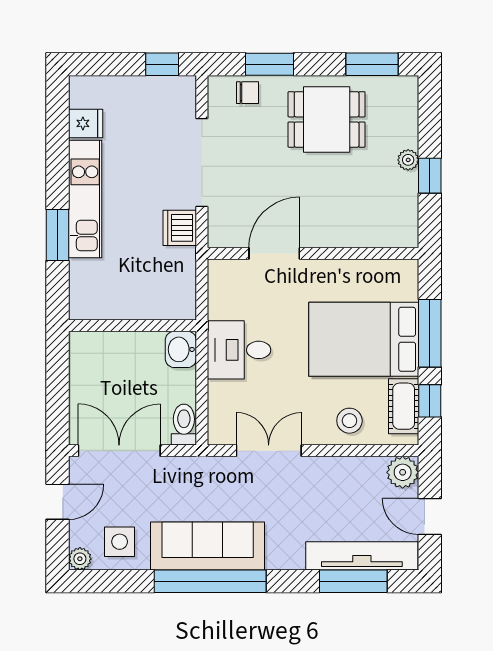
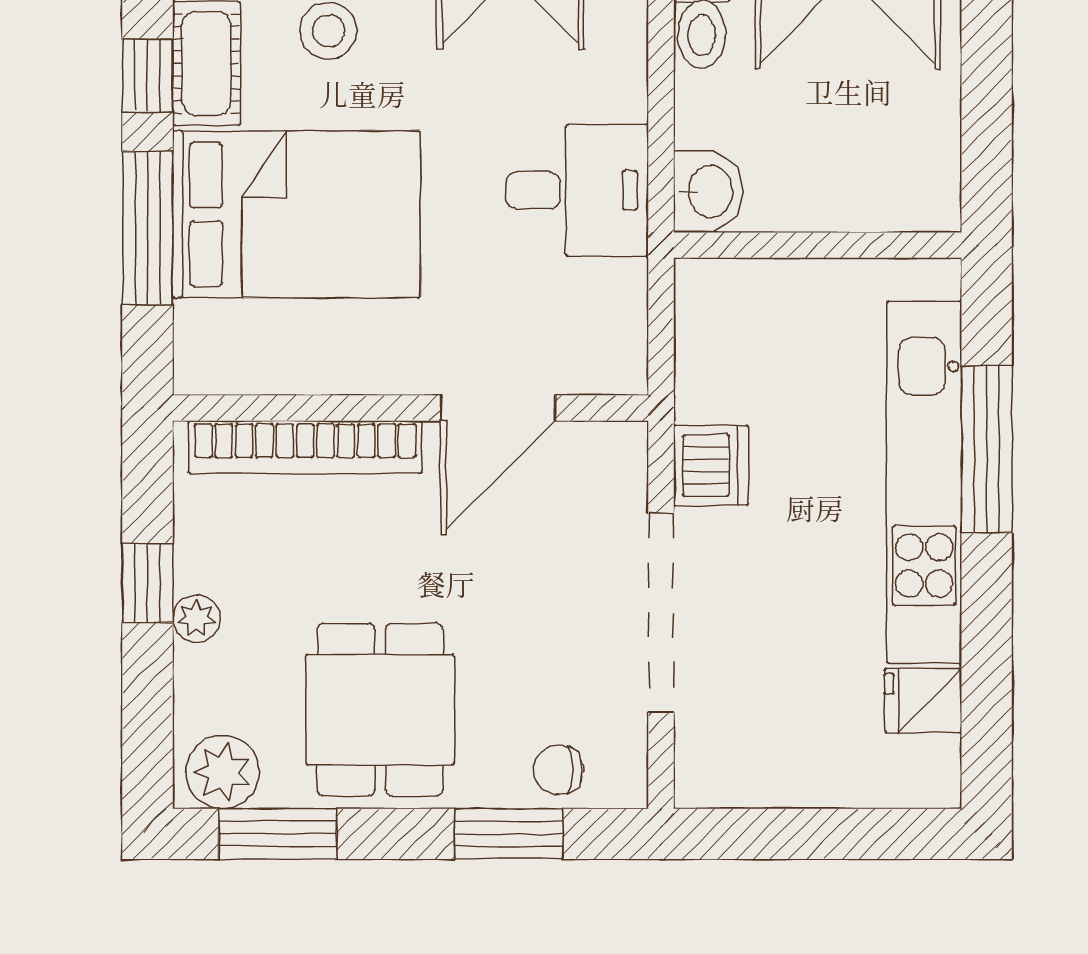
window: (162, 64) -> (751, 834), removed
plant: (397, 92) -> (223, 772), added
dining table: (327, 119) -> (380, 710), turned 90
kitchen unit: (85, 199) -> (924, 482), width x1.36
window: (57, 235) -> (987, 449), width x1.44
bookcase: (360, 236) -> (305, 447), added

